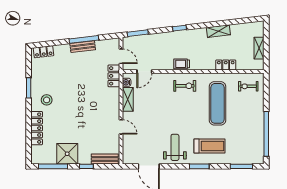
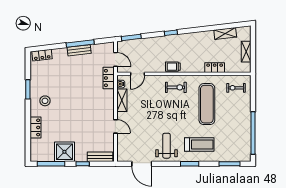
shelving: (218, 31) -> (225, 33), moved
locker: (37, 128) -> (35, 127), width x0.66

